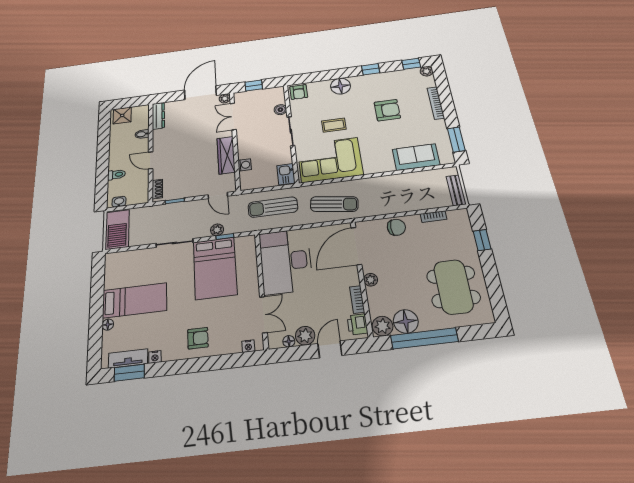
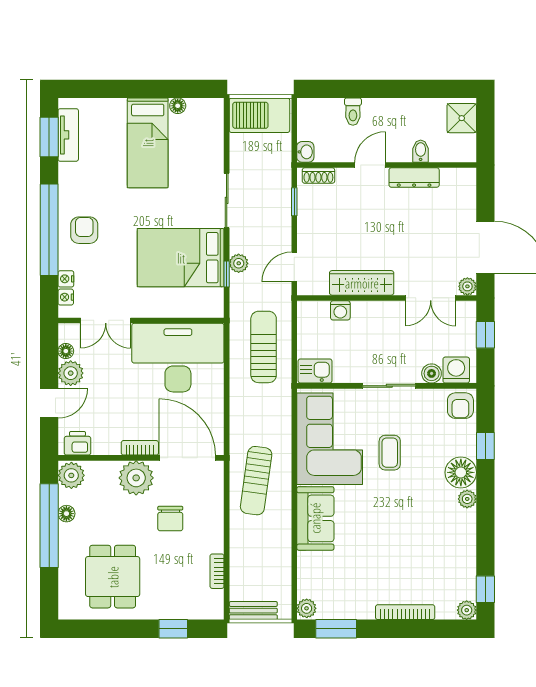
window: (371, 69) -> (485, 446), moved
plant: (356, 81) -> (467, 499), added
armchair: (299, 92) -> (460, 406), turned -90
washing machine: (277, 97) -> (456, 370), added
armchair: (387, 110) -> (404, 537), removed
dresser: (158, 116) -> (414, 177), moved
double door: (233, 117) -> (431, 298), swing flipped
sofa: (416, 157) -> (315, 518), moved
plant: (447, 158) -> (307, 608), added
washbasin: (119, 202) -> (305, 152), moved
sun lounger: (334, 204) -> (256, 481), moved
chair: (396, 227) -> (170, 519), moved
plant: (371, 280) -> (136, 478), width x1.88, depth x1.88
dining table: (453, 287) -> (113, 577), width x0.73
bookcase: (357, 299) -> (140, 448), moved
floor lamp: (406, 321) -> (66, 514), width x0.53, depth x0.53
floor lamp: (108, 325) -> (178, 106), moved
armchair: (198, 338) -> (84, 230), turned 180
door: (330, 349) -> (49, 403), hinge flipped
nightstand: (155, 357) -> (66, 279), moved
window: (199, 365) -> (49, 230), added

